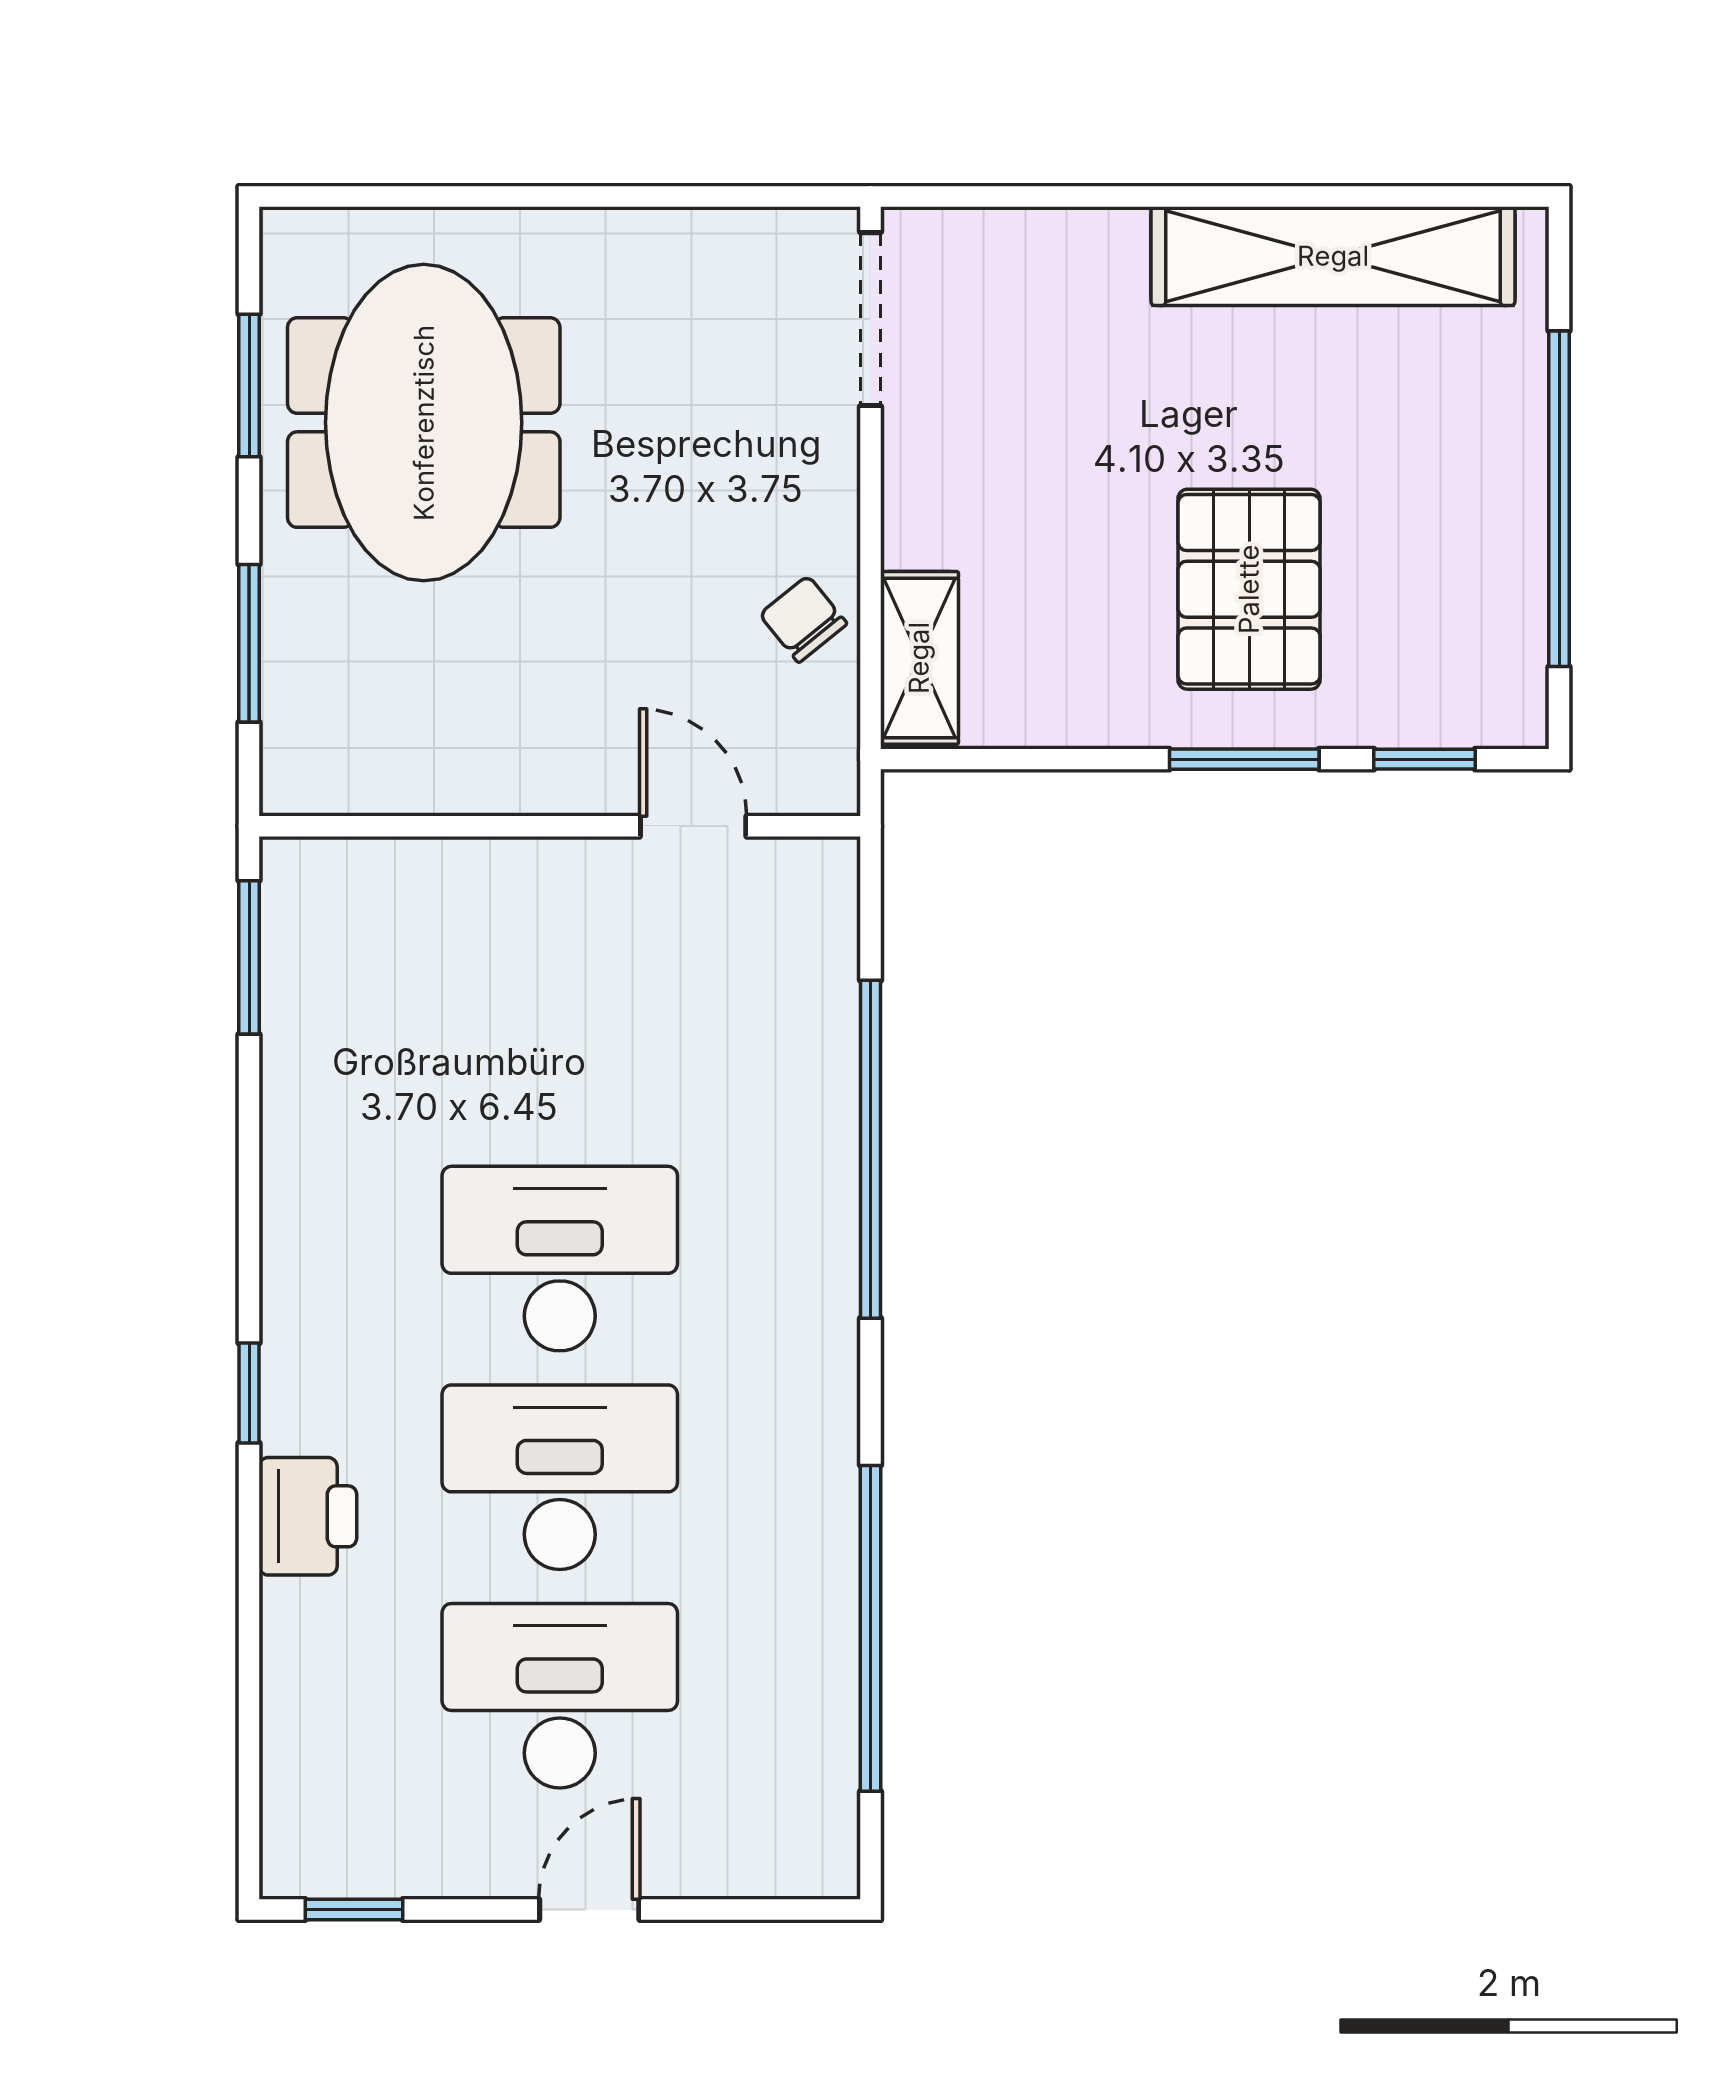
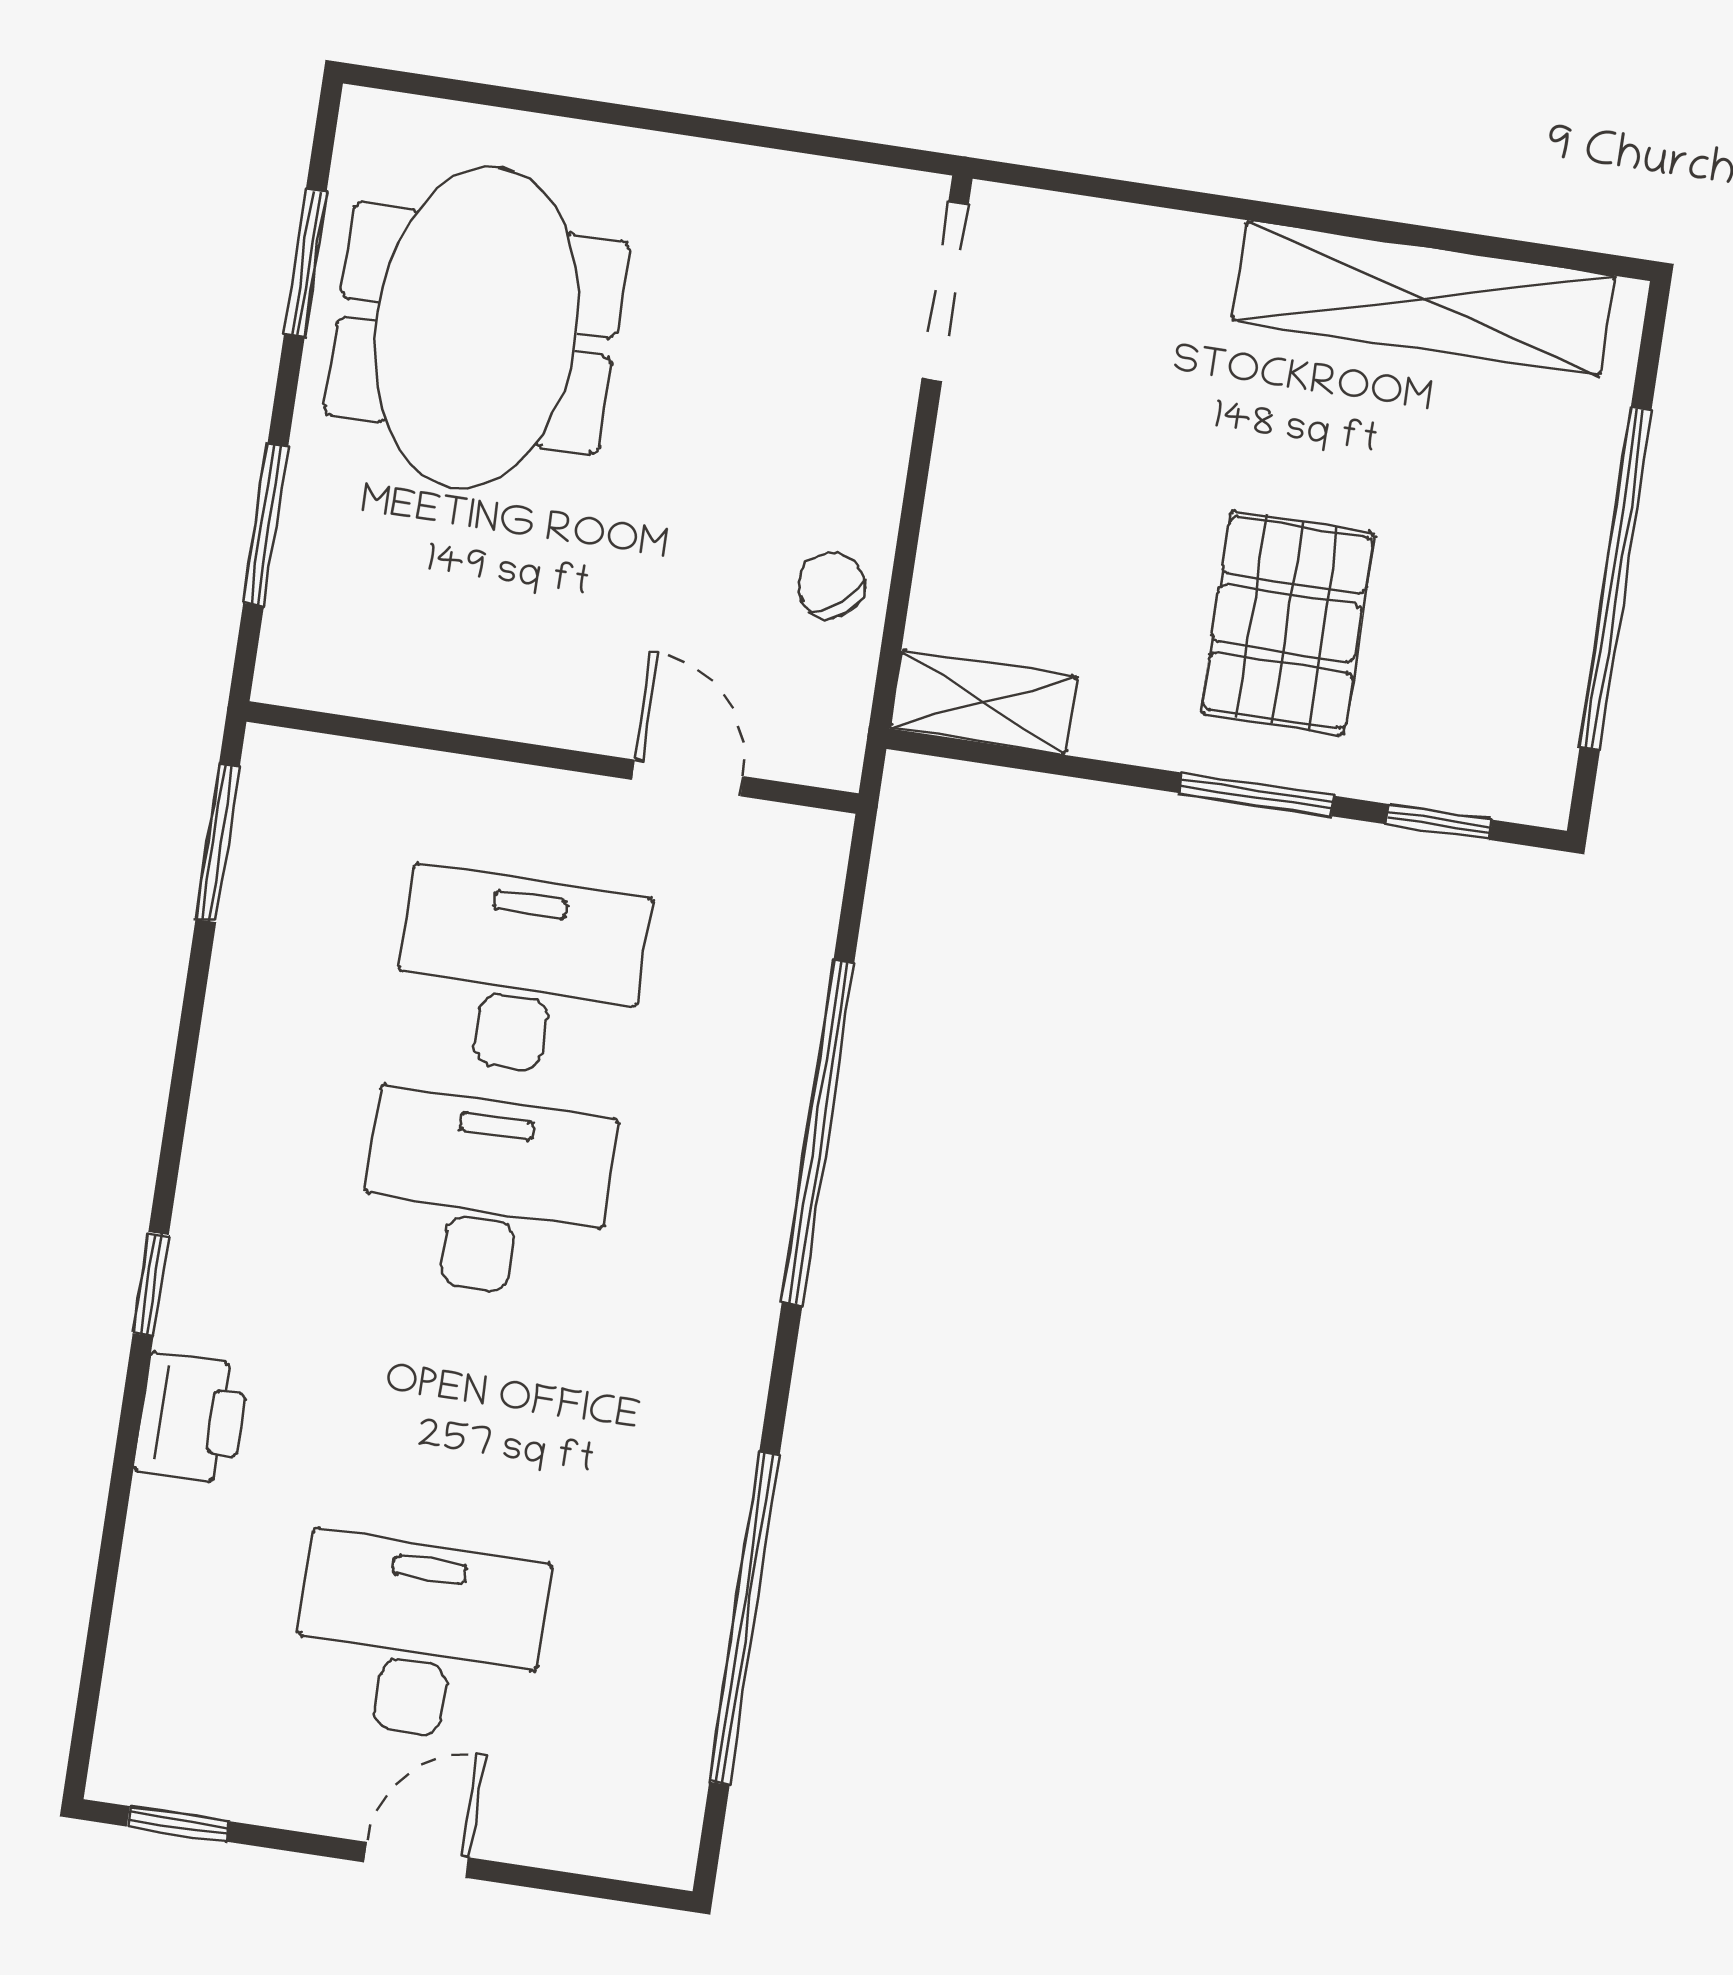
shelving: (919, 658) -> (983, 702), moved, turned 90
desk: (560, 1477) -> (520, 974), moved

